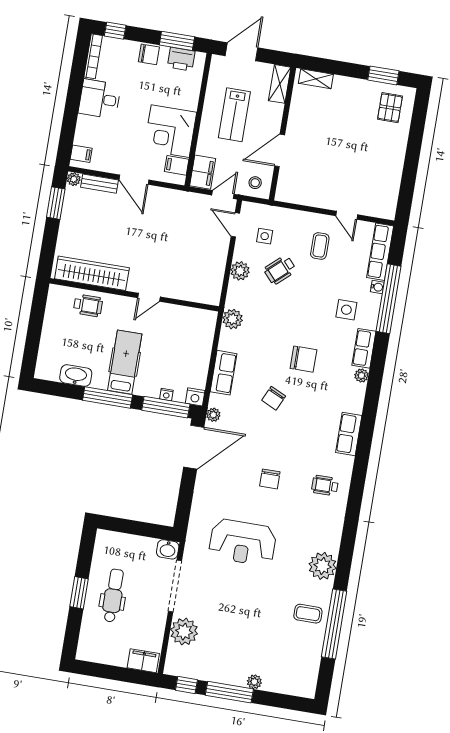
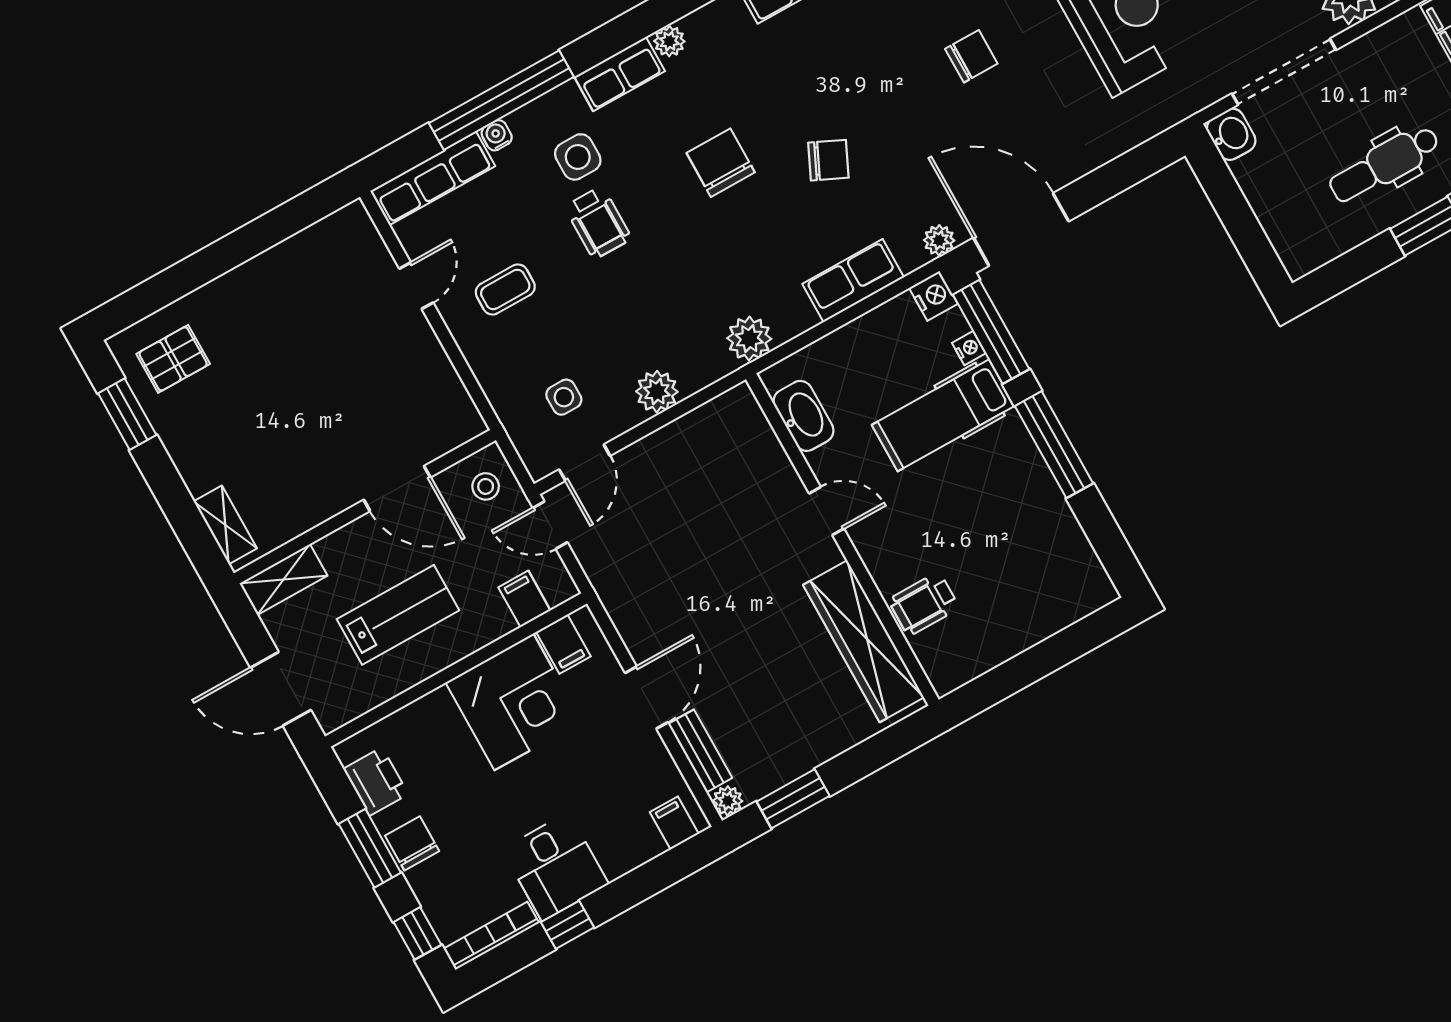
window: (177, 41) -> (370, 848), moved
window: (75, 87) -> (567, 925), added
filing cabinet: (203, 172) -> (524, 599), width x0.50
wheelchair: (280, 270) -> (598, 223), moved, turned 42
wheelchair: (88, 305) -> (924, 604), turned -90
hospital bed: (125, 362) -> (943, 415), moved
washbasin: (76, 376) -> (803, 416), moved, turned 180

